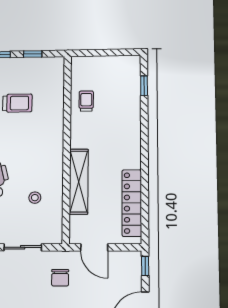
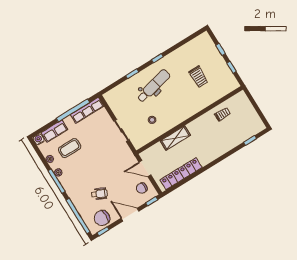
shelving: (79, 182) -> (175, 138), width x0.68
door: (94, 247) -> (145, 169), hinge flipped
chair: (60, 278) -> (142, 188), moved

